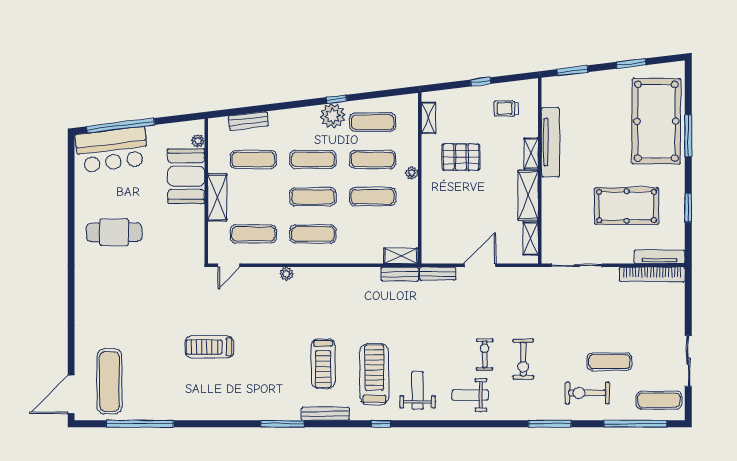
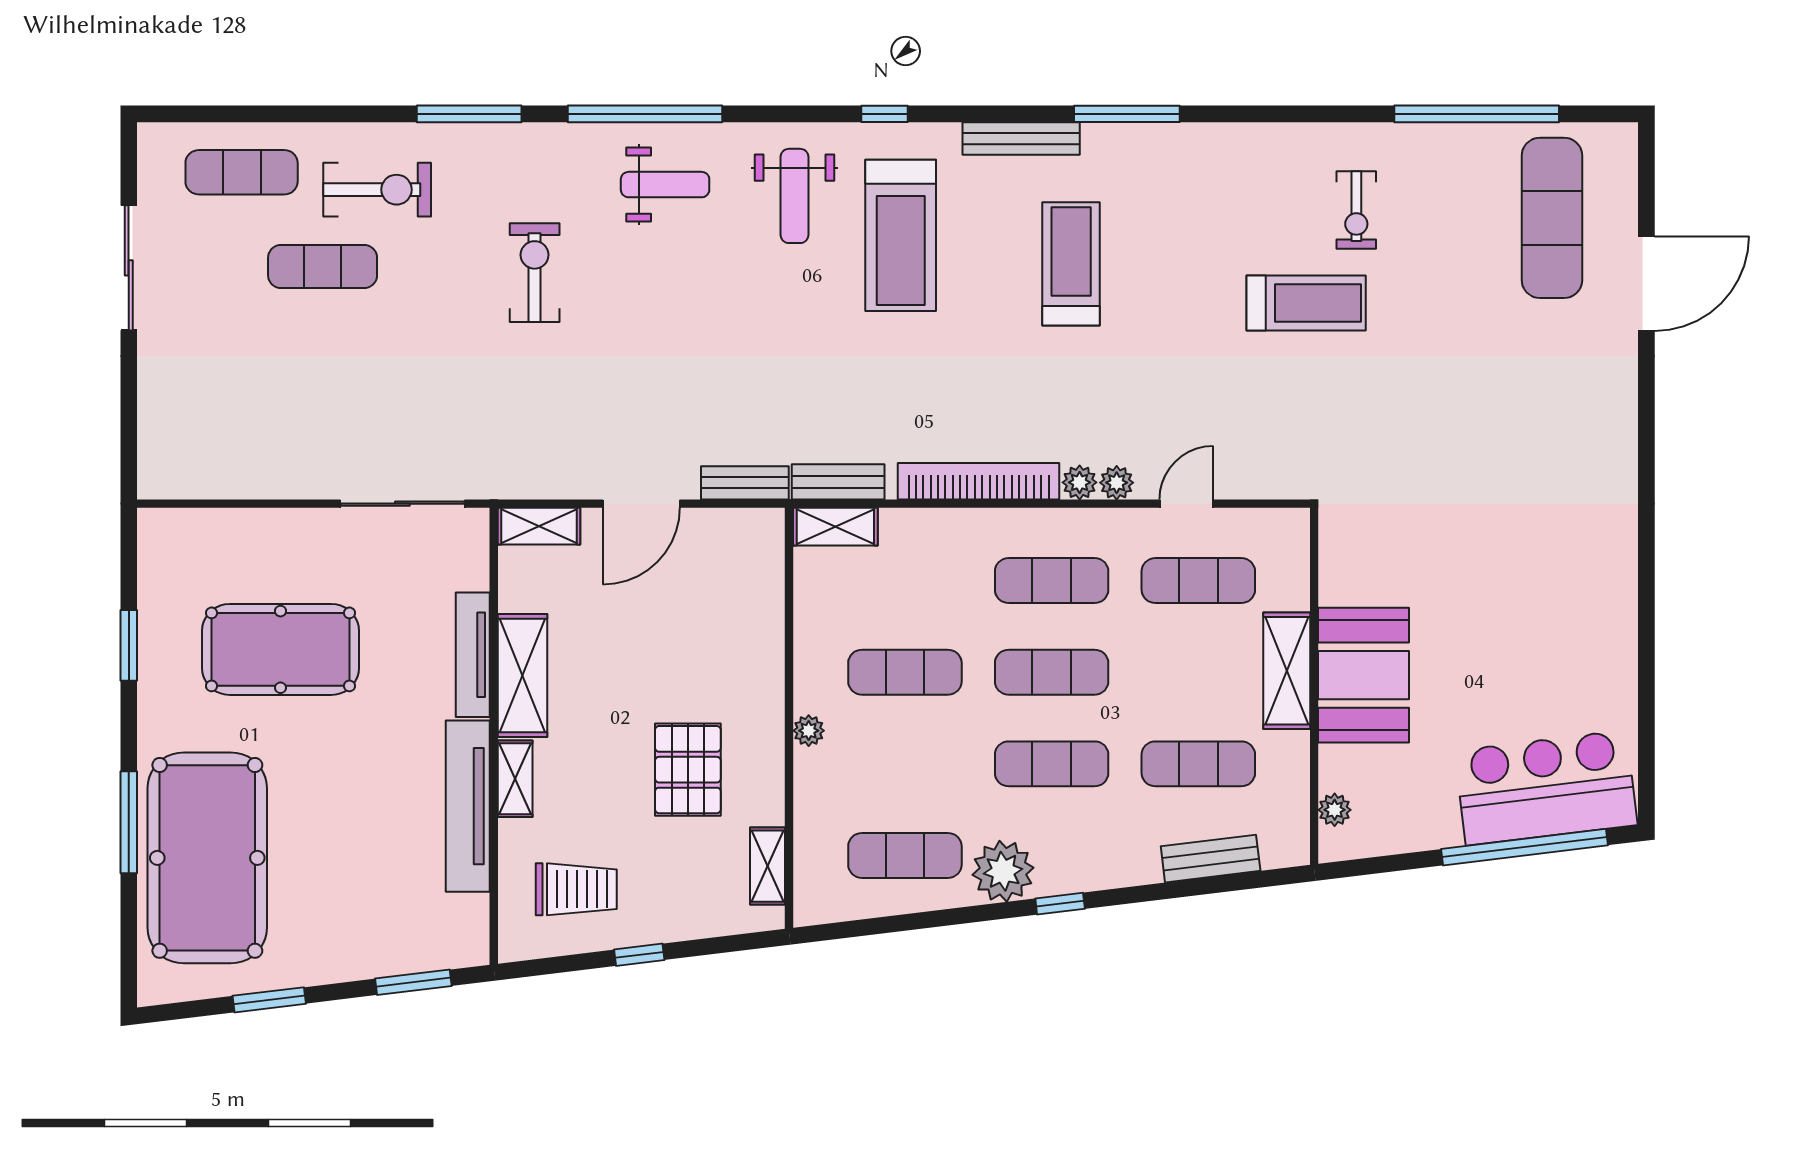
window: (337, 99) -> (1060, 904), moved
trolley: (506, 108) -> (576, 889), width x1.36, depth x1.39
pallet: (461, 157) -> (688, 770), turned 90
exercise mat: (373, 159) -> (905, 764), removed
booth: (186, 176) -> (1364, 675), moved
cafe table: (114, 232) -> (1541, 585), removed
shelving: (531, 238) -> (539, 526), moved, turned 90
tv unit: (660, 257) -> (473, 655), moved, turned 90
door: (229, 265) -> (1186, 504), moved
plant: (302, 274) -> (1080, 482), added
bookcase: (652, 274) -> (979, 481), moved
exercise bike: (485, 354) -> (1356, 210), moved
treadmill: (323, 364) -> (1071, 264), moved
door: (71, 394) -> (1646, 284), moved
exercise mat: (659, 400) -> (242, 172), moved
window: (635, 424) -> (645, 114), moved

